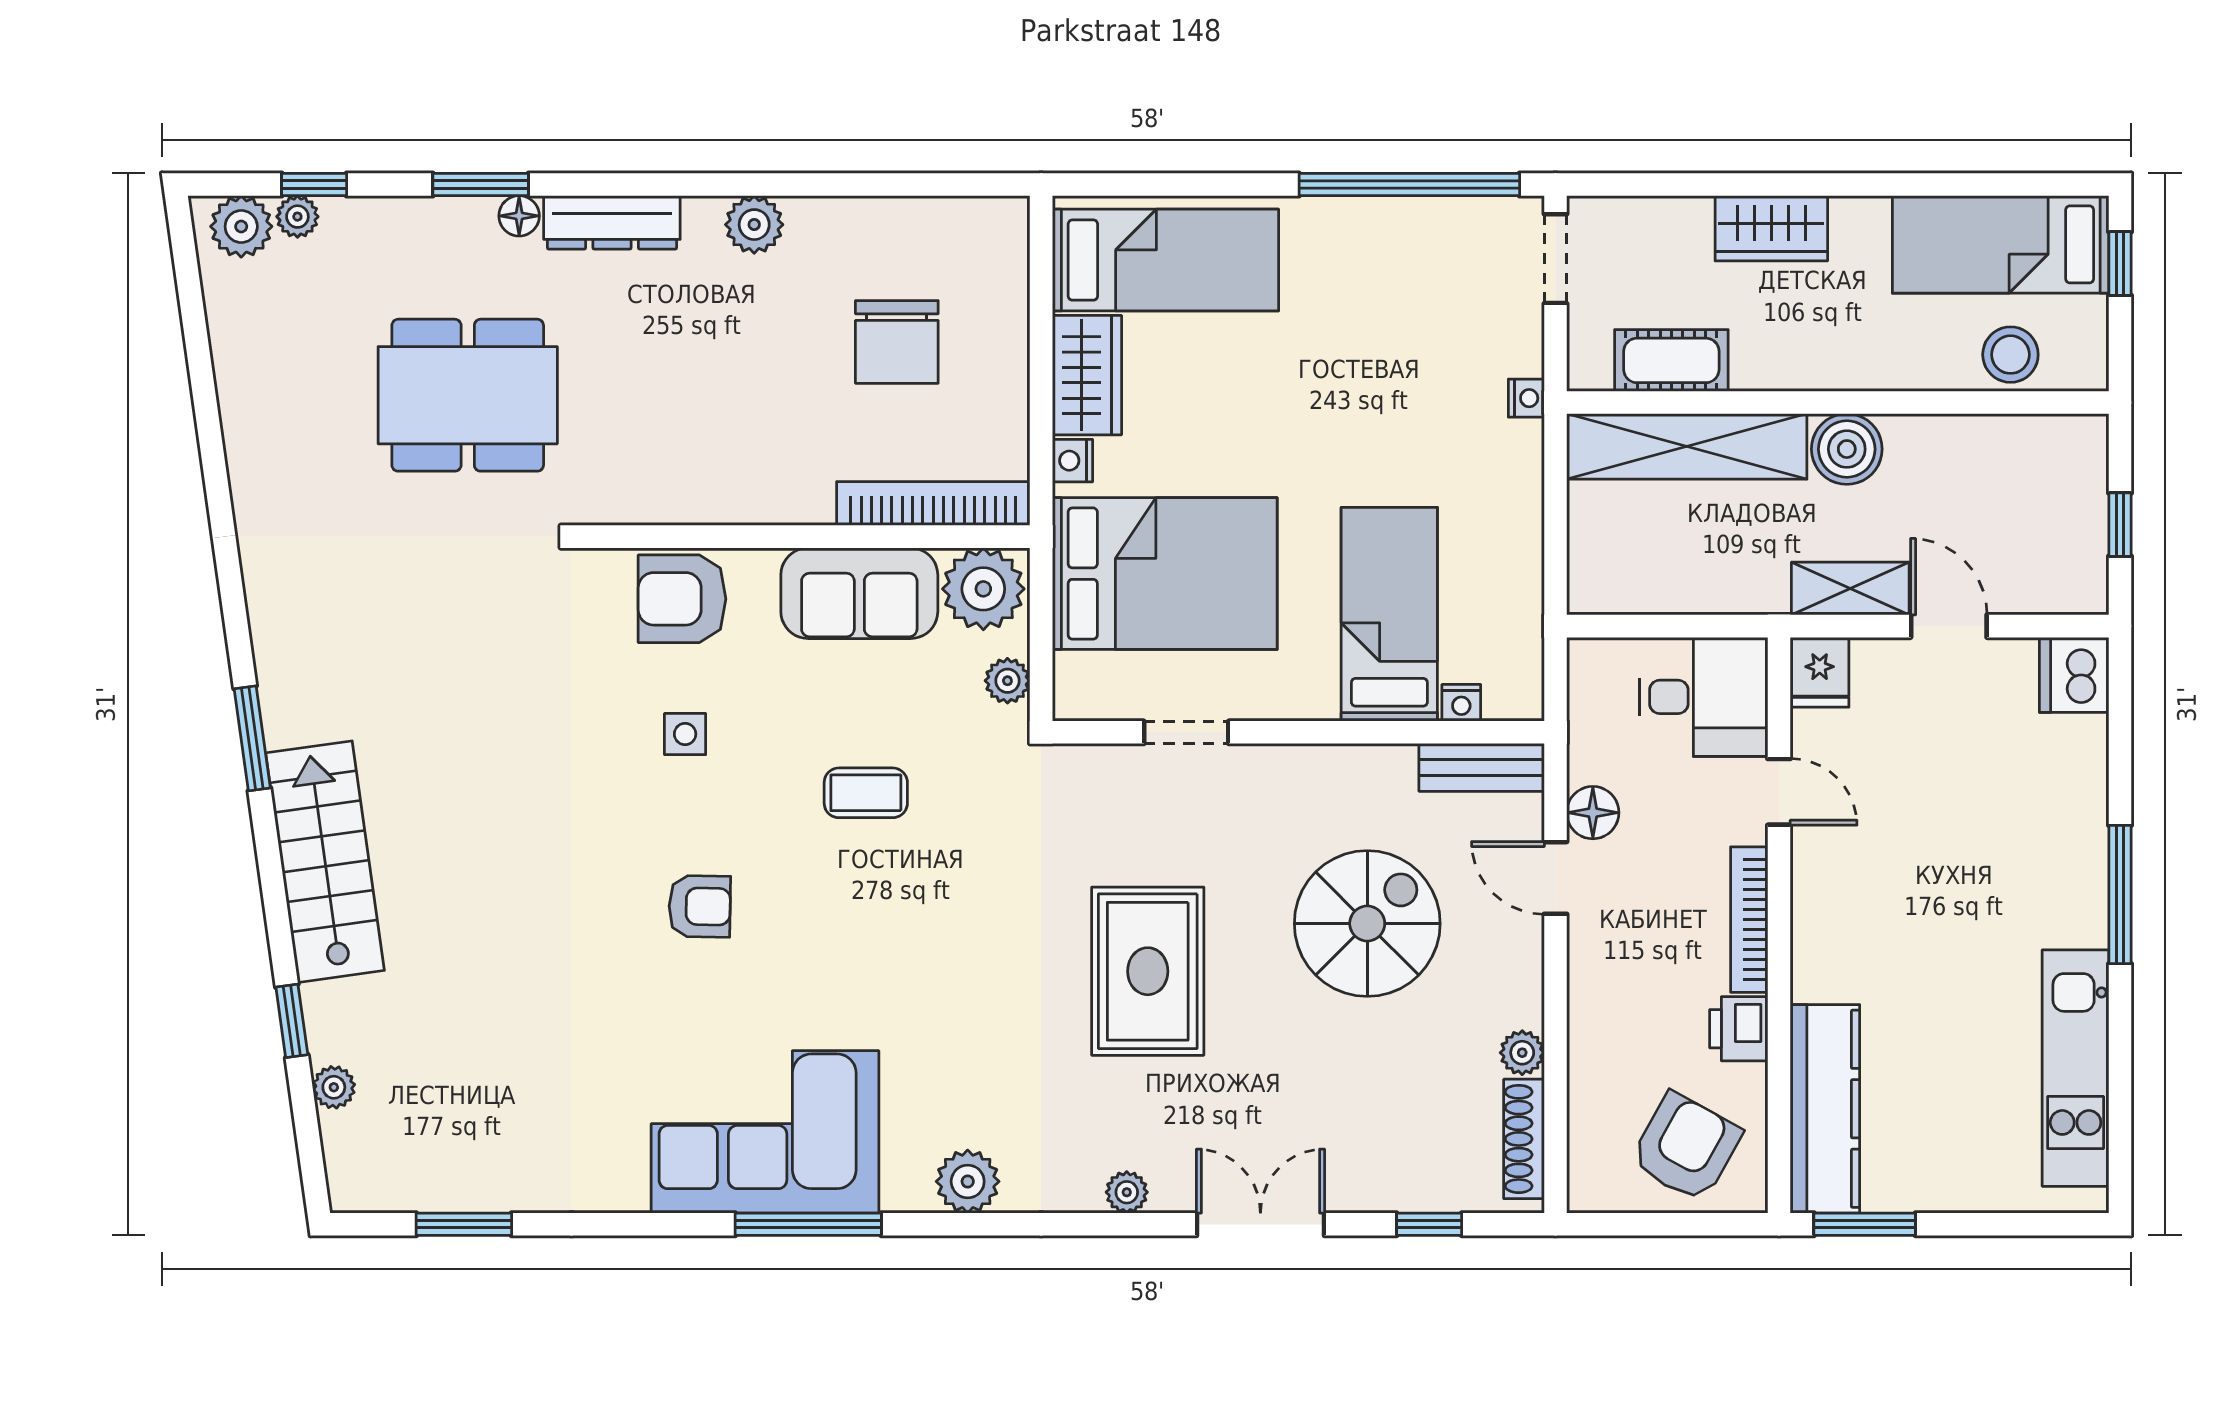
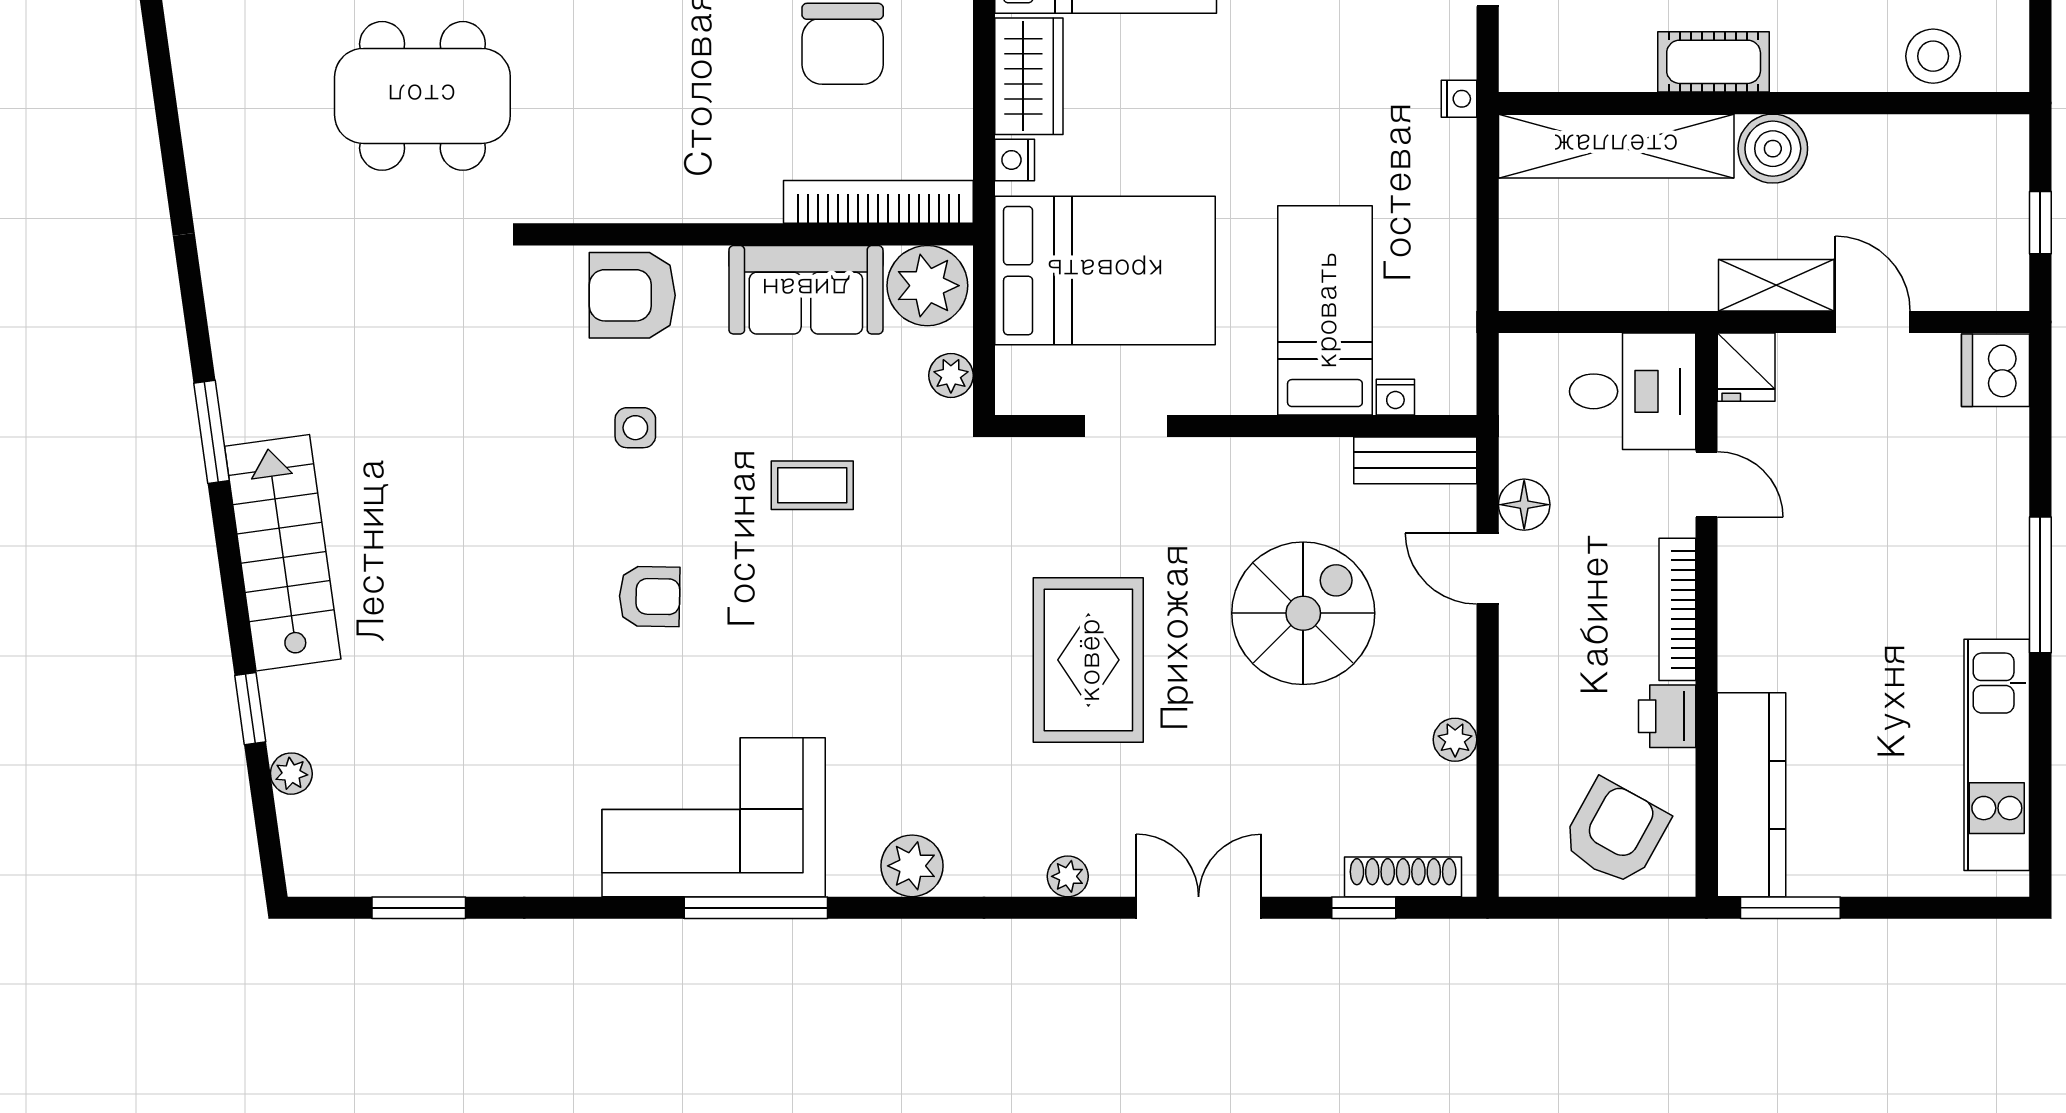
cot: (1671, 360) -> (1714, 62), moved
shoe rack: (1524, 1139) -> (1403, 877), moved, turned 90

